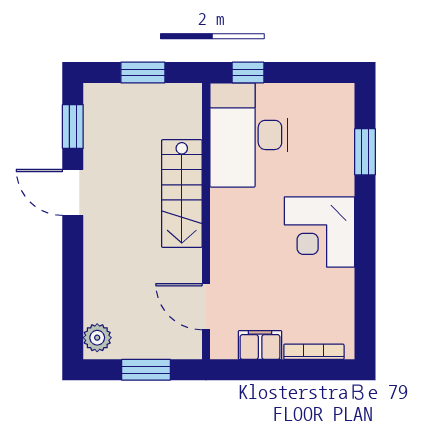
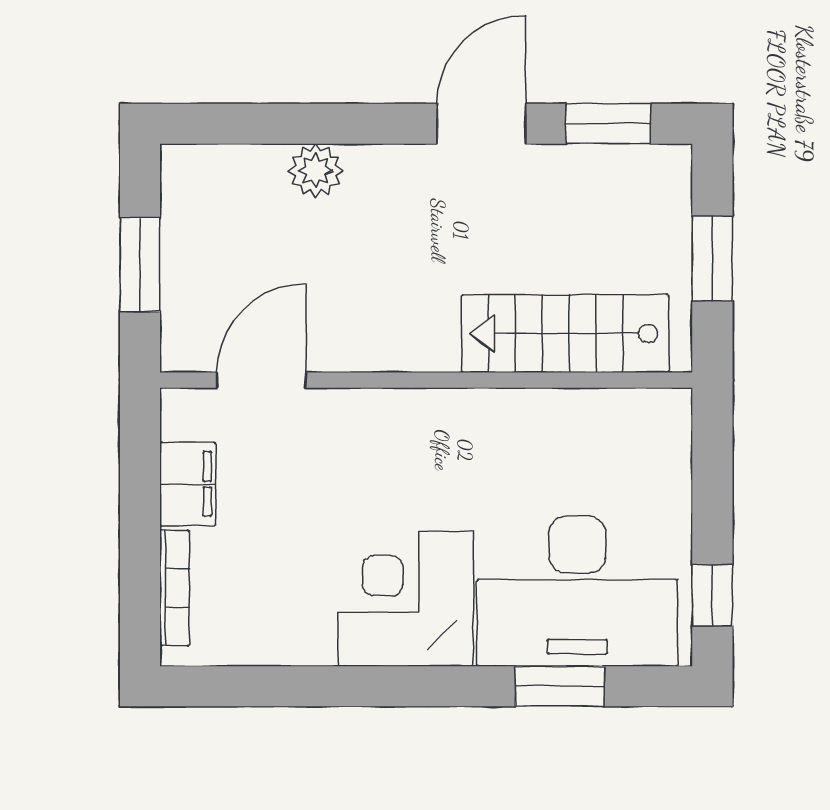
window: (248, 72) -> (712, 595), moved
desk: (249, 135) -> (577, 591), moved, turned 180
stairs: (182, 194) -> (565, 334), moved
plant: (97, 338) -> (316, 171), moved

